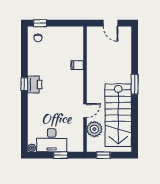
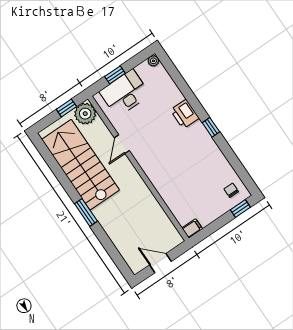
filing cabinet: (77, 65) -> (192, 228), moved
printer: (35, 85) -> (185, 114), moved
plant: (94, 129) -> (85, 114), moved
desk: (52, 140) -> (125, 93), moved

